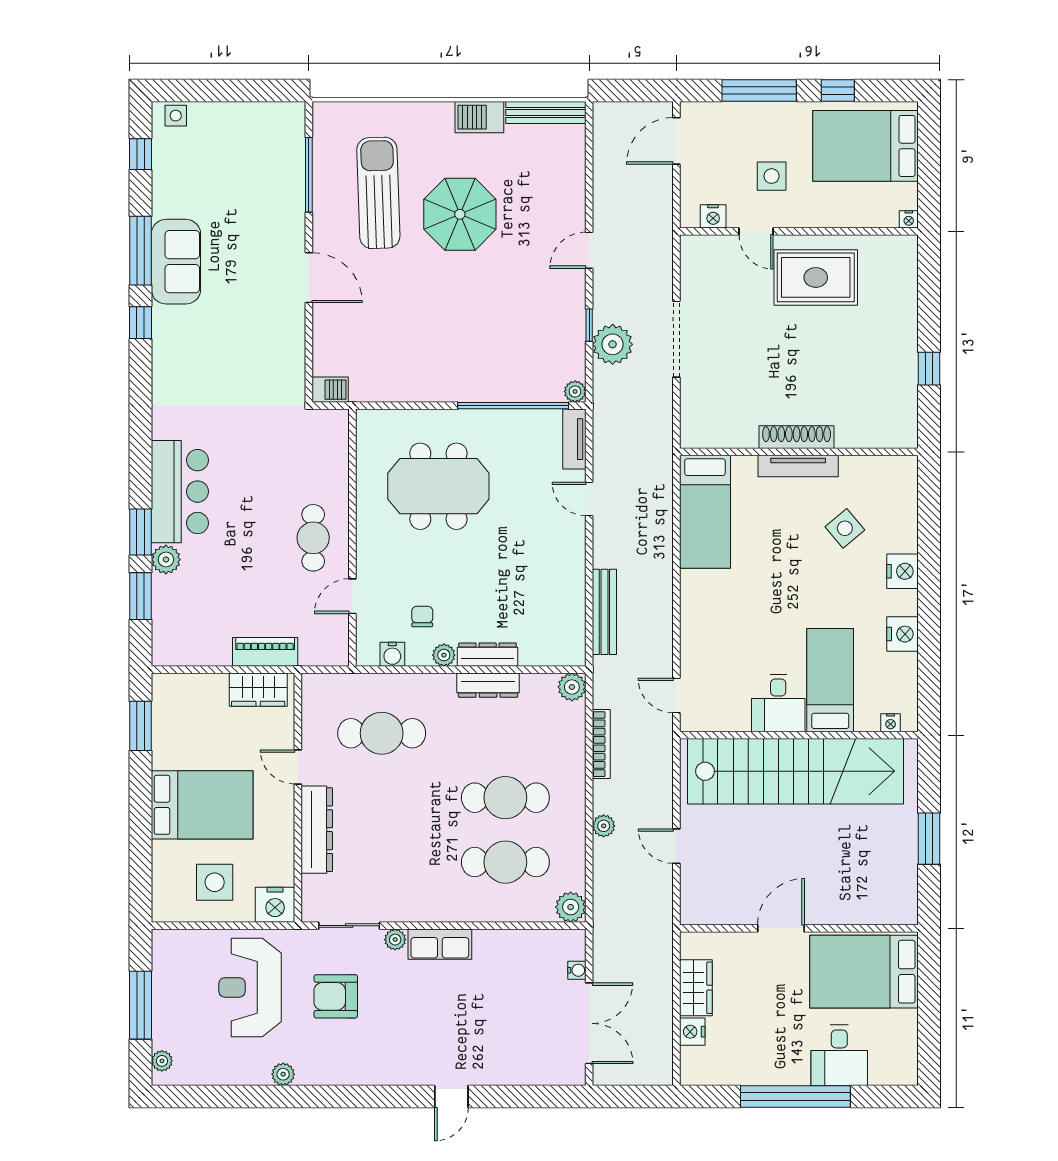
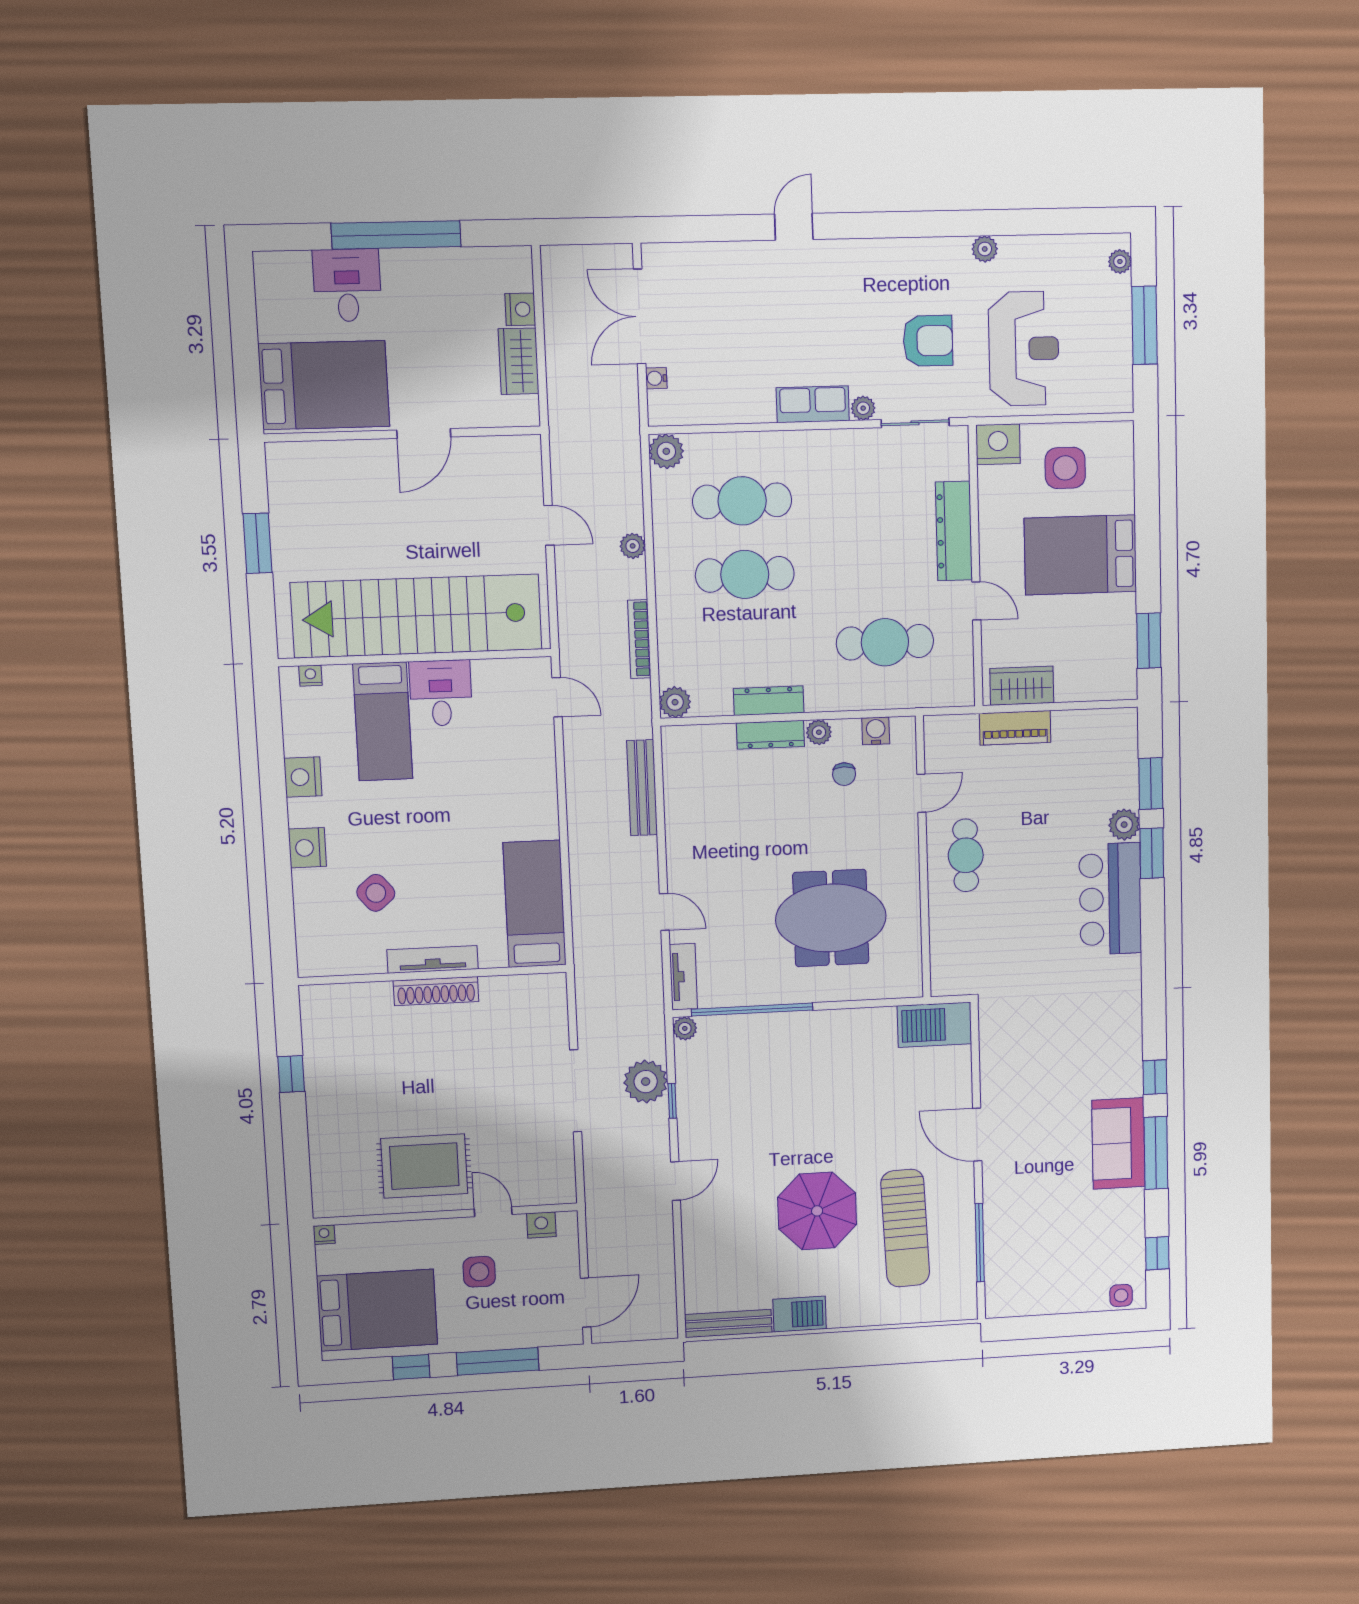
barbecue: (330, 390) -> (934, 1025), width x1.88, depth x1.53

